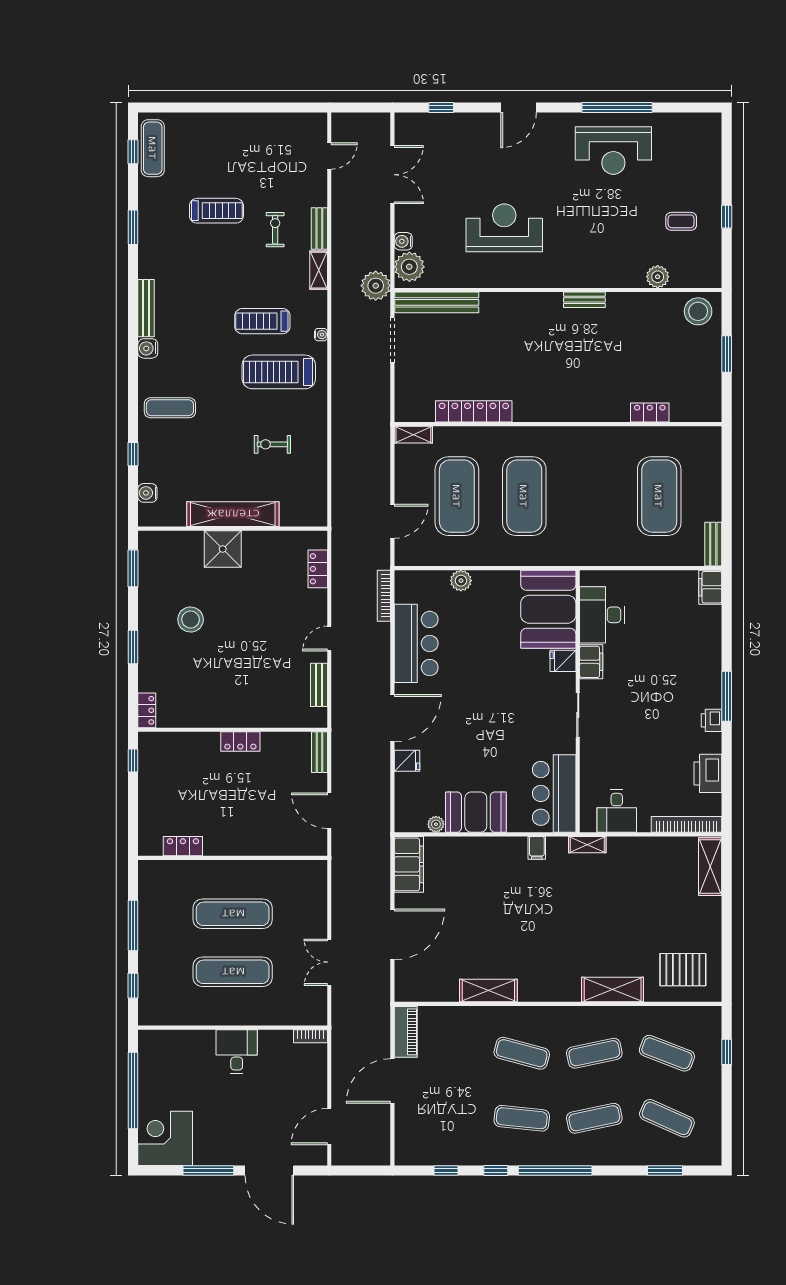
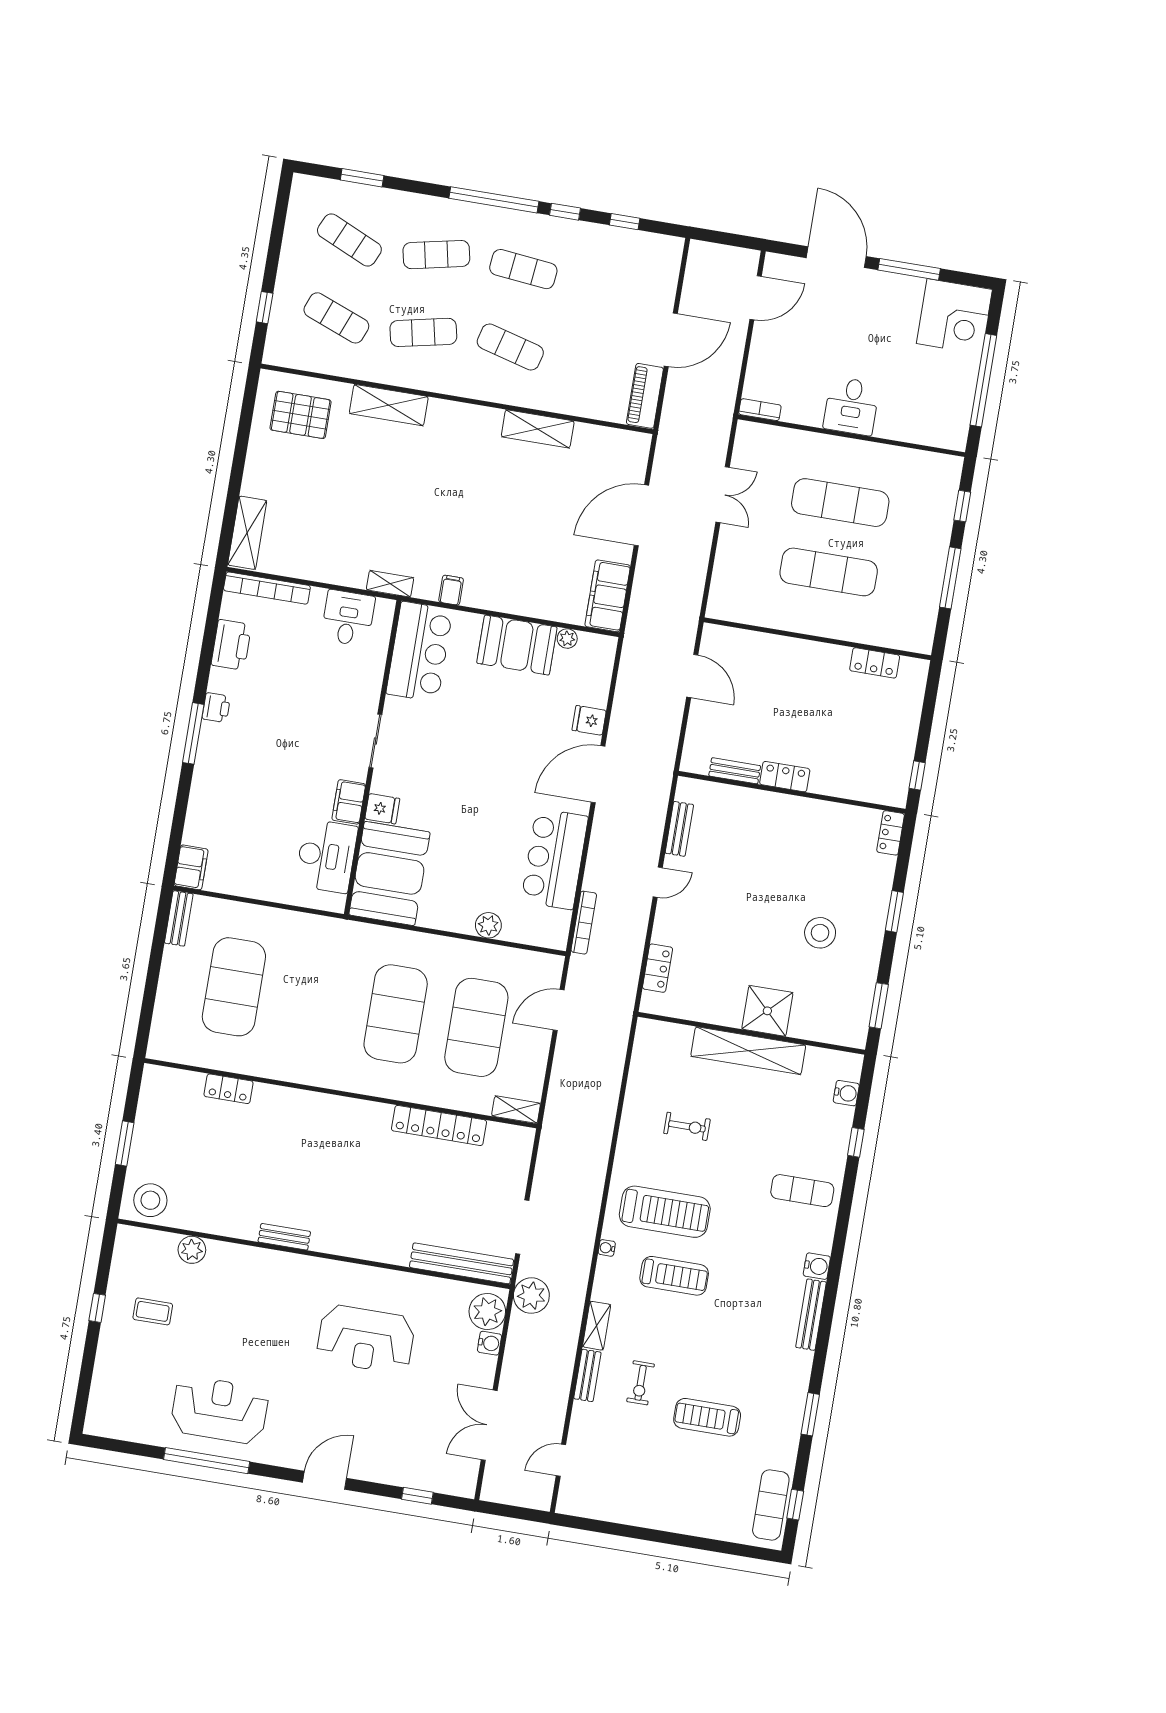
bench: (320, 752) -> (735, 771), moved, turned 90

